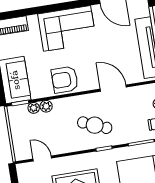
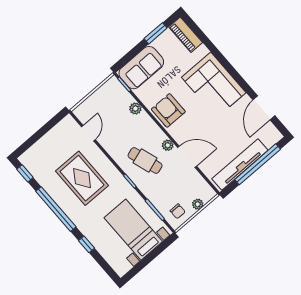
door: (113, 88) -> (187, 157), hinge flipped
plant: (34, 108) -> (168, 145), moved
cafe table: (95, 125) -> (145, 160), turned -40

